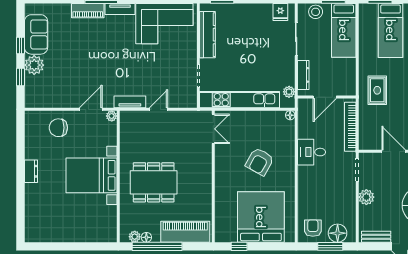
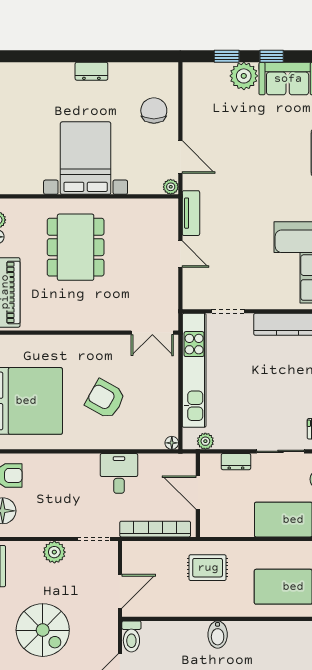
dresser: (303, 75) -> (236, 462), width x0.70

